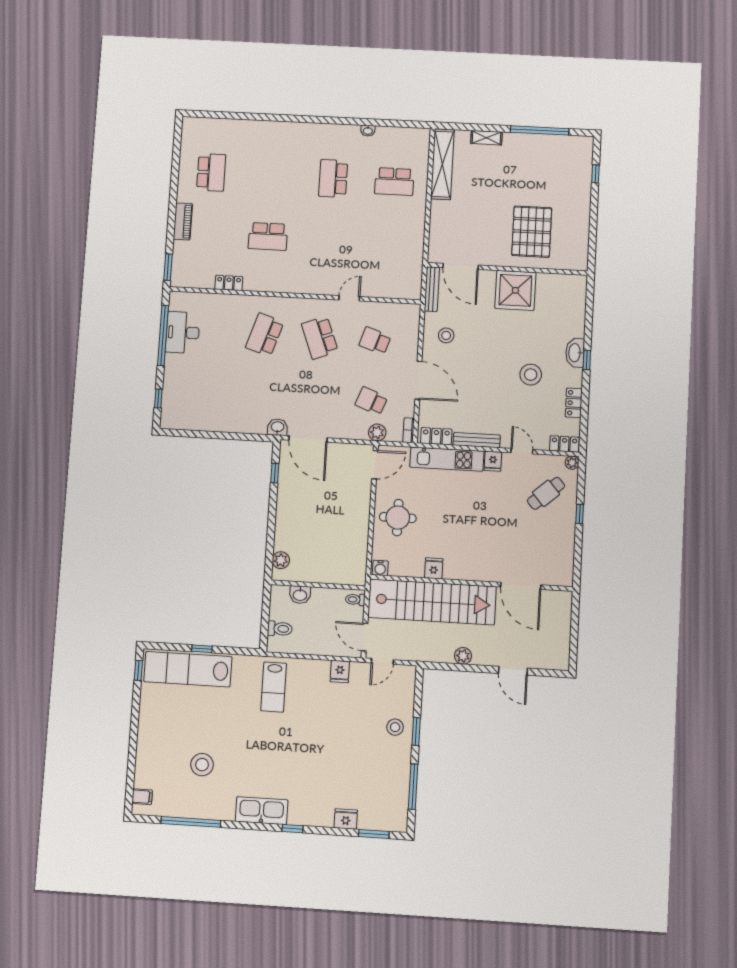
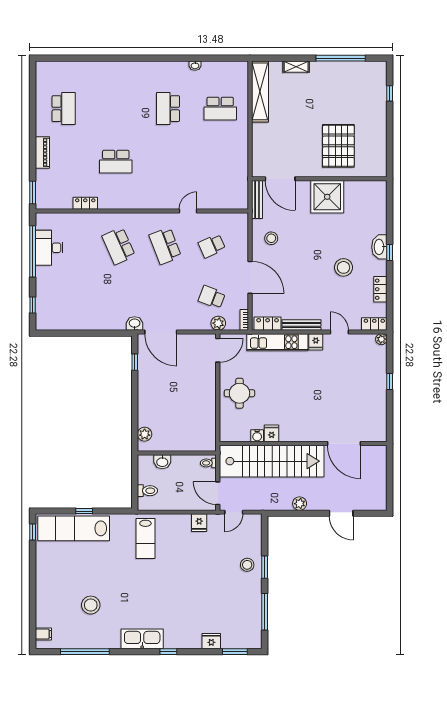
school desk: (265, 335) -> (119, 246), turned -42
school desk: (375, 341) -> (212, 246), turned -42
cafe table: (546, 493) -> (361, 366), removed
water cooler: (380, 568) -> (257, 436), moved

